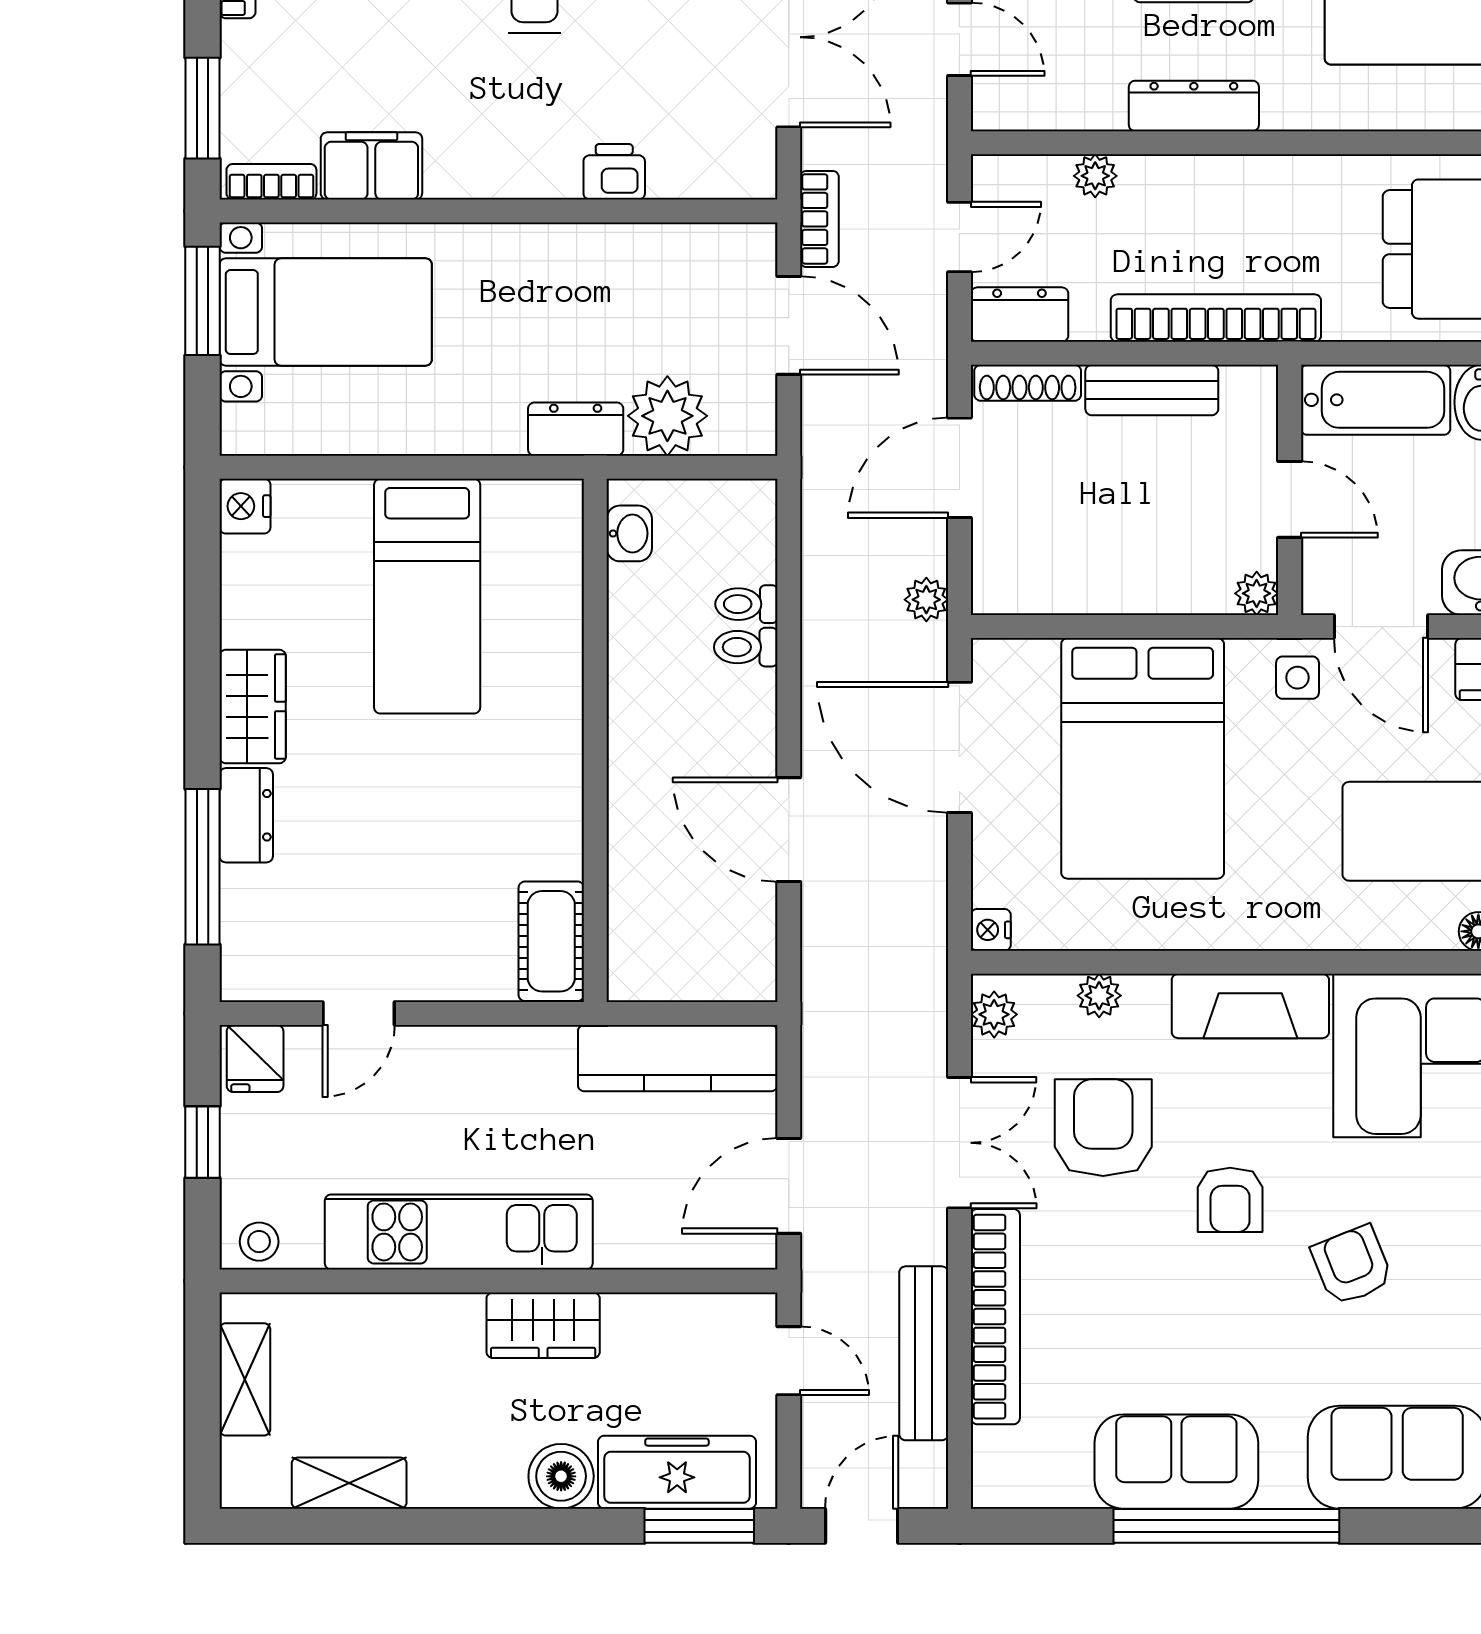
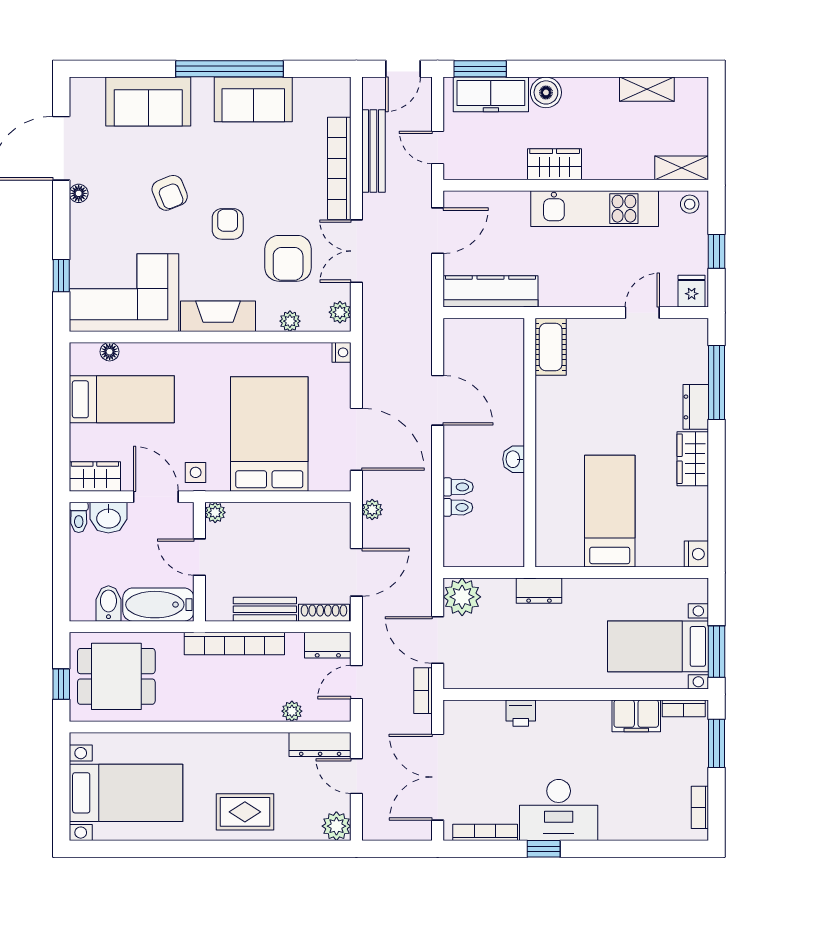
dresser: (1194, 106) -> (320, 744), moved
plant: (667, 416) -> (462, 597), moved
washbasin: (629, 533) -> (514, 459), moved
shelving: (245, 1379) -> (682, 168), moved, turned 90

